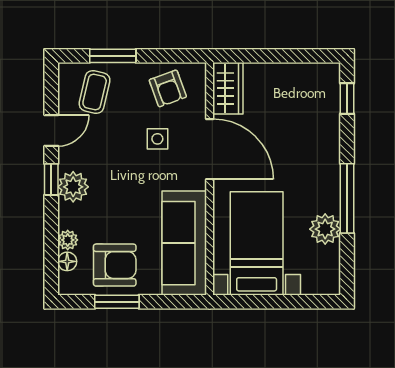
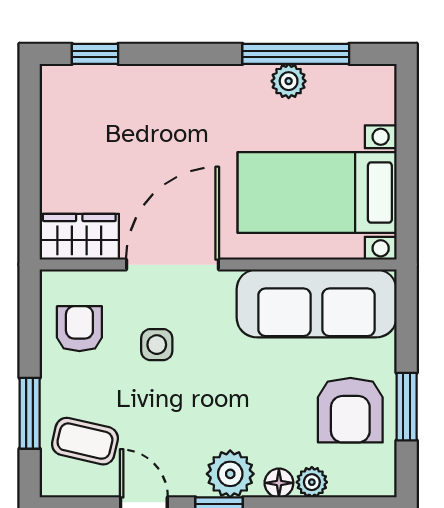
armchair: (168, 88) -> (79, 329), turned -70
window: (347, 198) -> (296, 54), moved
plant: (325, 229) -> (289, 81), width x0.73, depth x0.73
floor lamp: (67, 261) -> (279, 483), moved
armchair: (115, 265) -> (350, 410), turned 180

